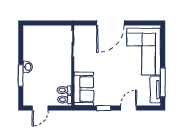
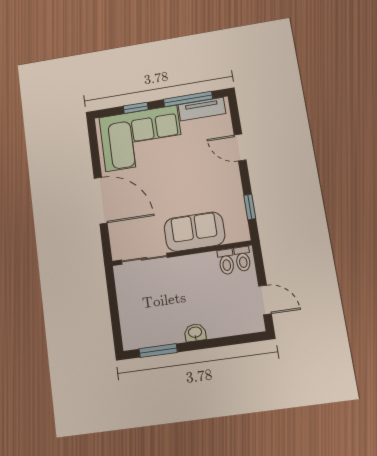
window: (163, 51) -> (136, 108), added
window: (21, 76) -> (158, 351), moved
sofa: (84, 89) -> (194, 232), moved
window: (104, 108) -> (250, 207), moved

